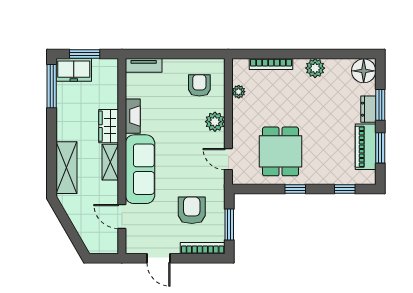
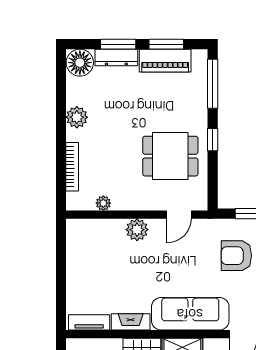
tv unit: (144, 65) -> (89, 322), moved, turned -90
armchair: (199, 85) -> (96, 247), removed
dresser: (368, 109) -> (116, 57), width x1.44
window: (345, 189) -> (213, 84), width x2.17

